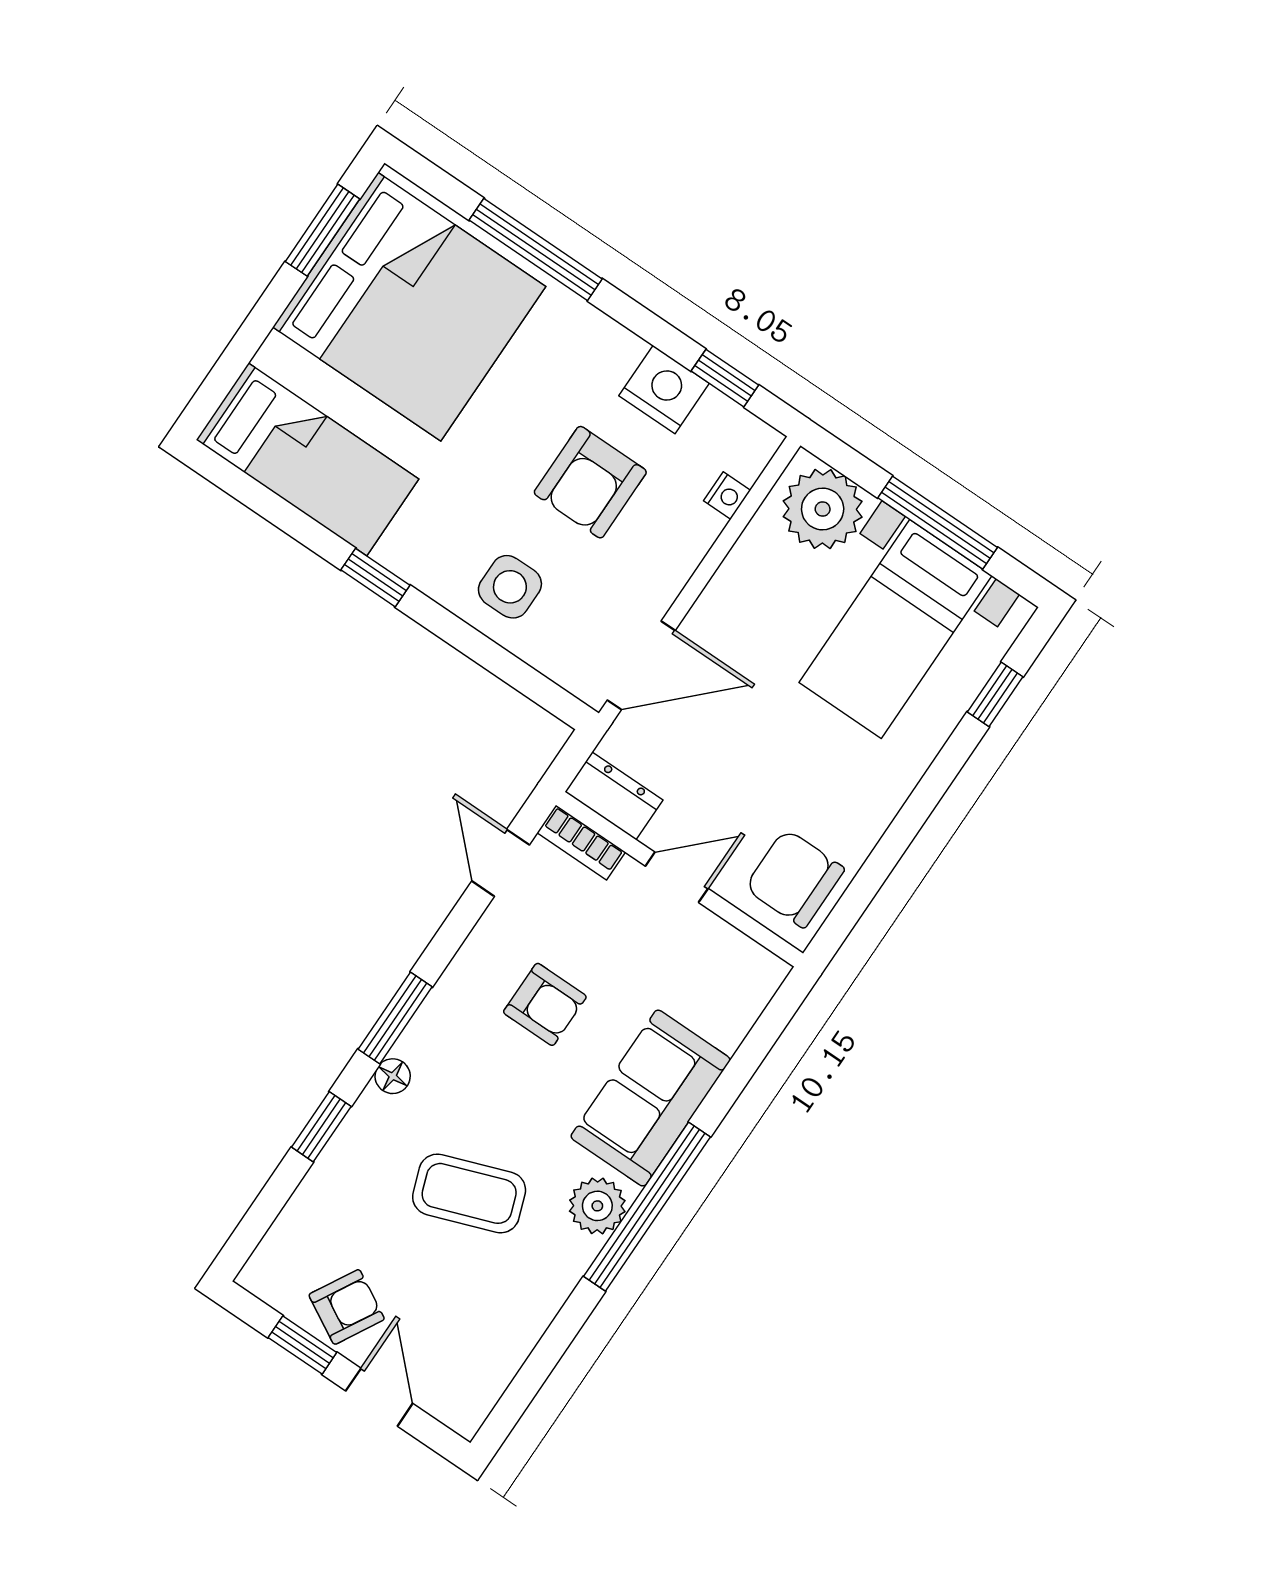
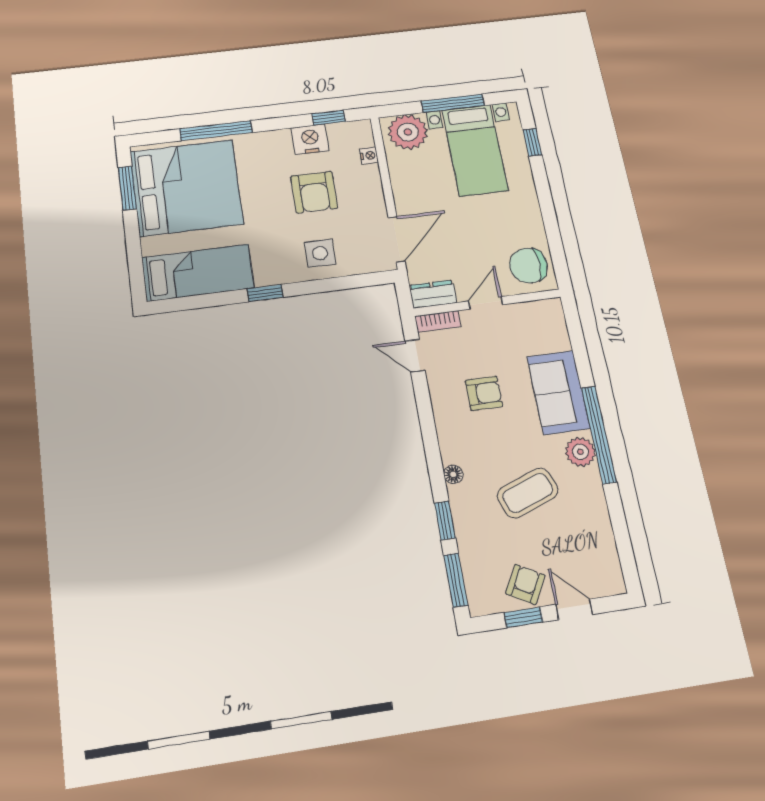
window: (395, 1018) -> (456, 580), moved

